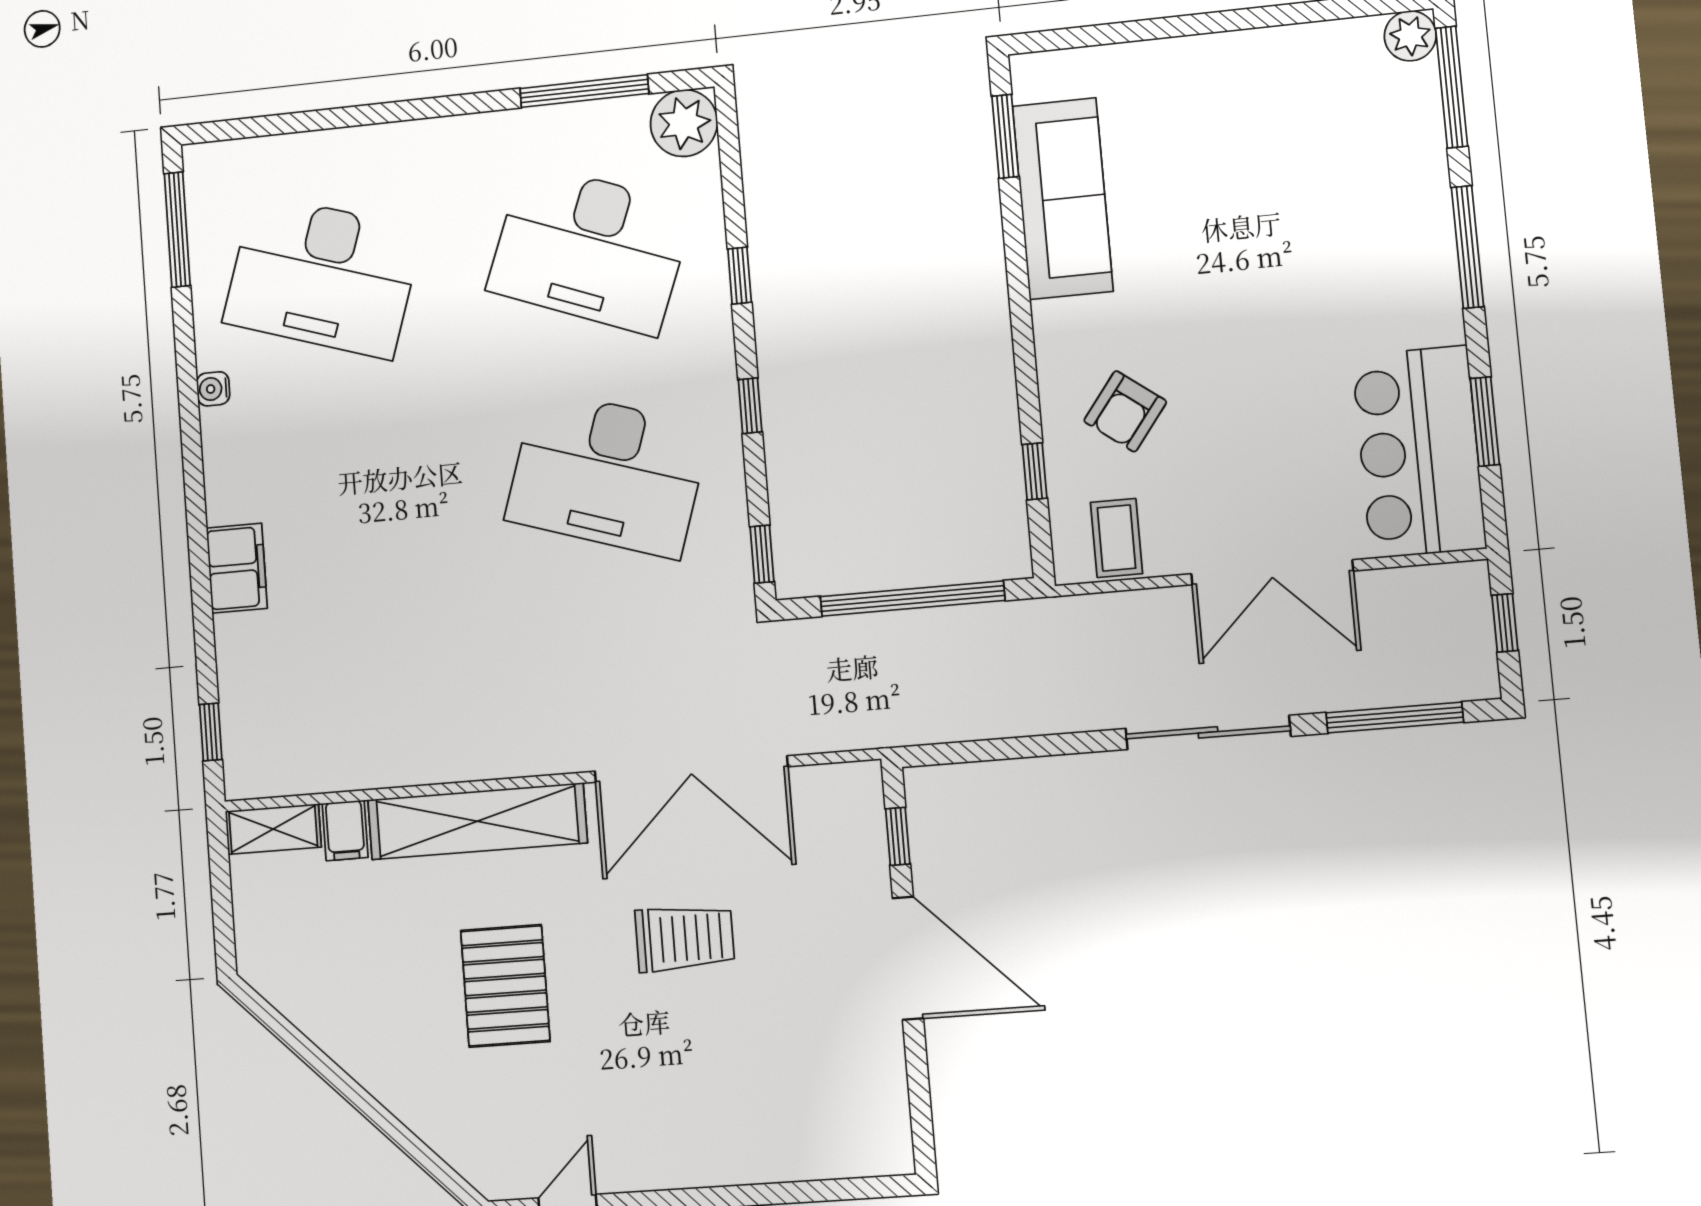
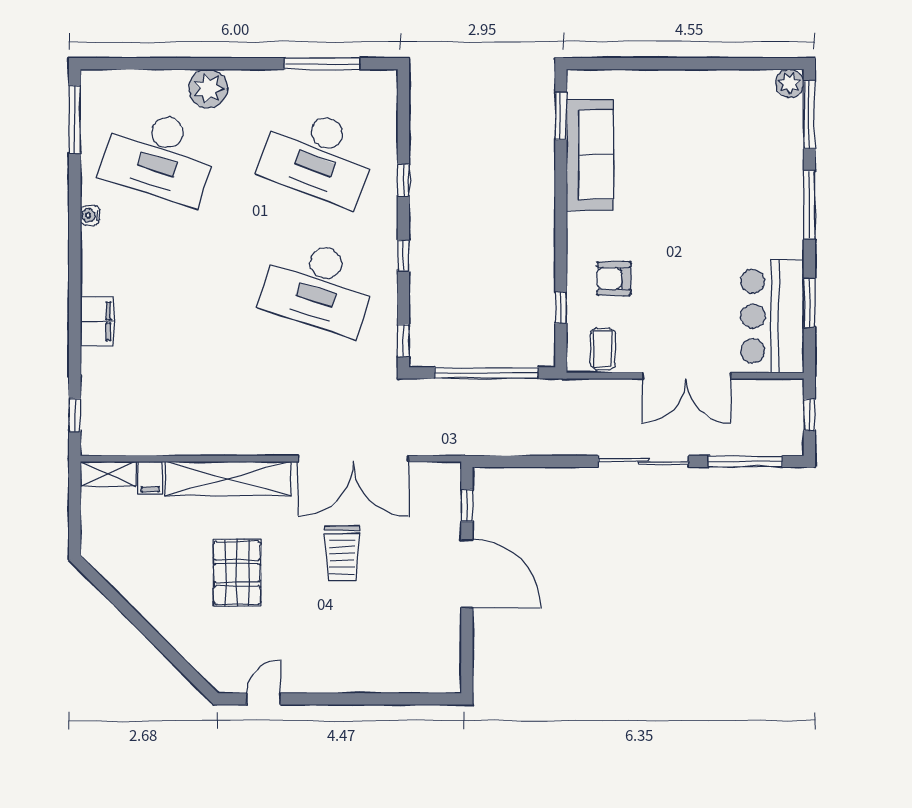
plant: (684, 123) -> (208, 89), moved
armchair: (1125, 411) -> (614, 278), turned 53
trolley: (685, 938) -> (342, 553), turned 90

